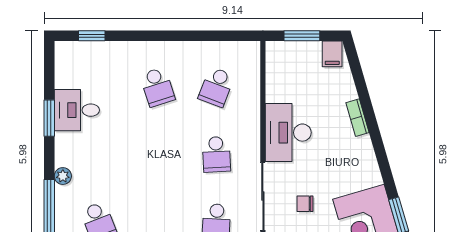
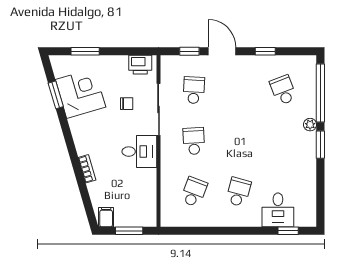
school desk: (157, 87) -> (238, 192), turned 33
desk: (77, 110) -> (278, 210), moved, turned 90
window: (49, 118) -> (320, 145), moved
desk: (288, 133) -> (139, 152), width x0.73

